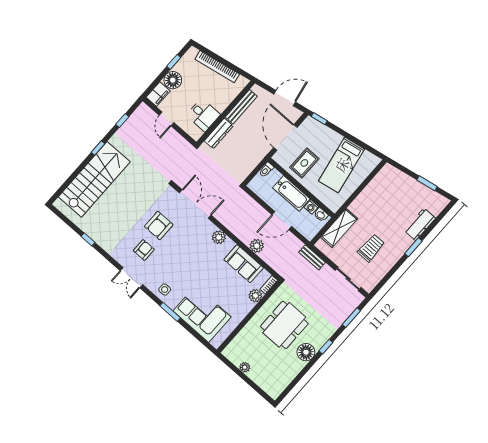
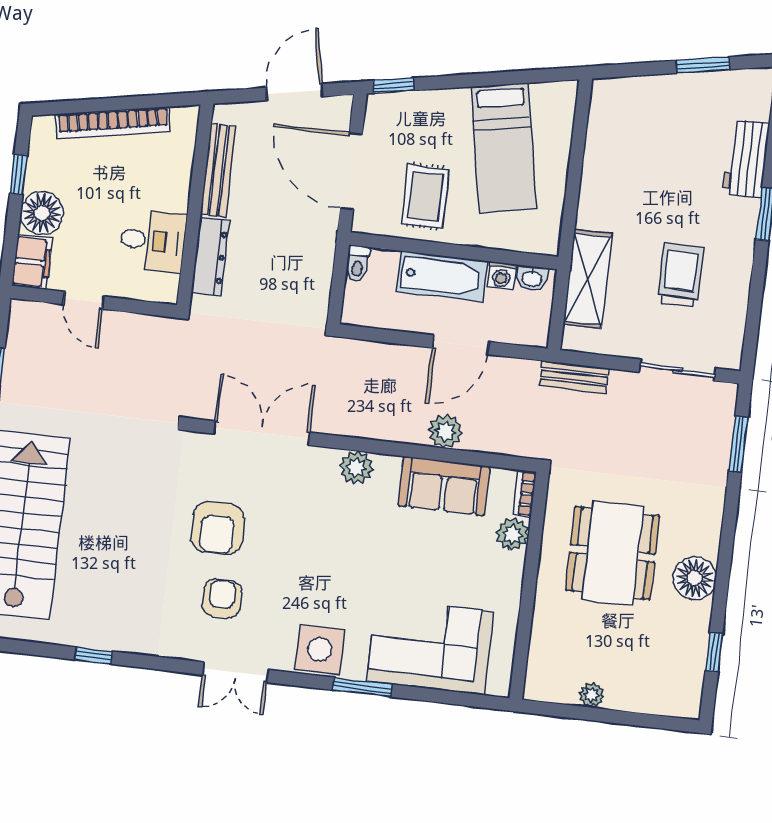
side table: (165, 289) -> (320, 649), width x1.87, depth x1.87
window: (326, 347) -> (714, 652), moved

